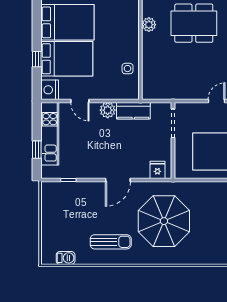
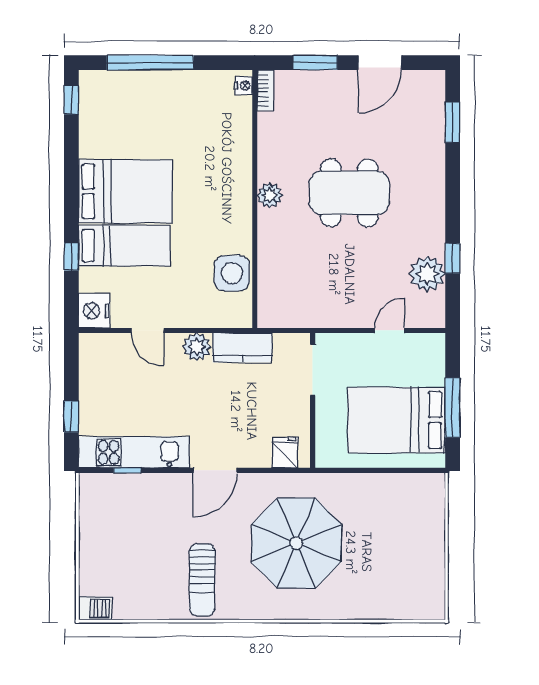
bed: (67, 59) -> (124, 246), width x0.67
side table: (128, 69) -> (232, 273), width x1.87, depth x1.87
kitchen unit: (50, 134) -> (134, 452), moved, turned -90
sun lounger: (111, 242) -> (202, 580), turned 90
barbecue: (66, 258) -> (95, 608), moved

